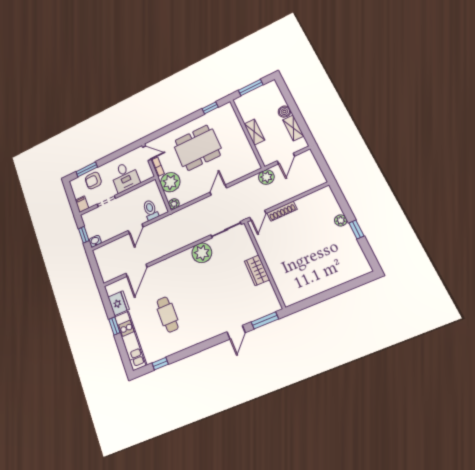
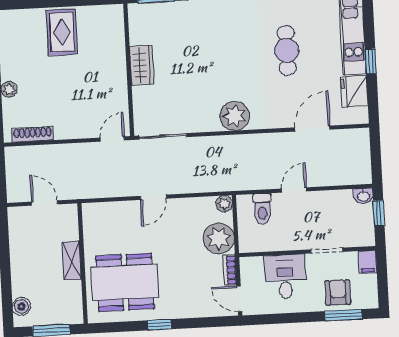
window: (210, 108) -> (159, 325), moved
boiler: (284, 112) -> (21, 306), moved
shelving: (293, 128) -> (17, 243), removed
dining table: (198, 148) -> (125, 282), moved
door: (286, 158) -> (44, 203), hinge flipped
plant: (266, 177) -> (80, 188), removed
armchair: (93, 181) -> (338, 292), turned -90
shoe rack: (282, 211) -> (33, 134), moved
plant: (202, 253) -> (235, 116), moved
rug: (320, 273) -> (62, 32), added

